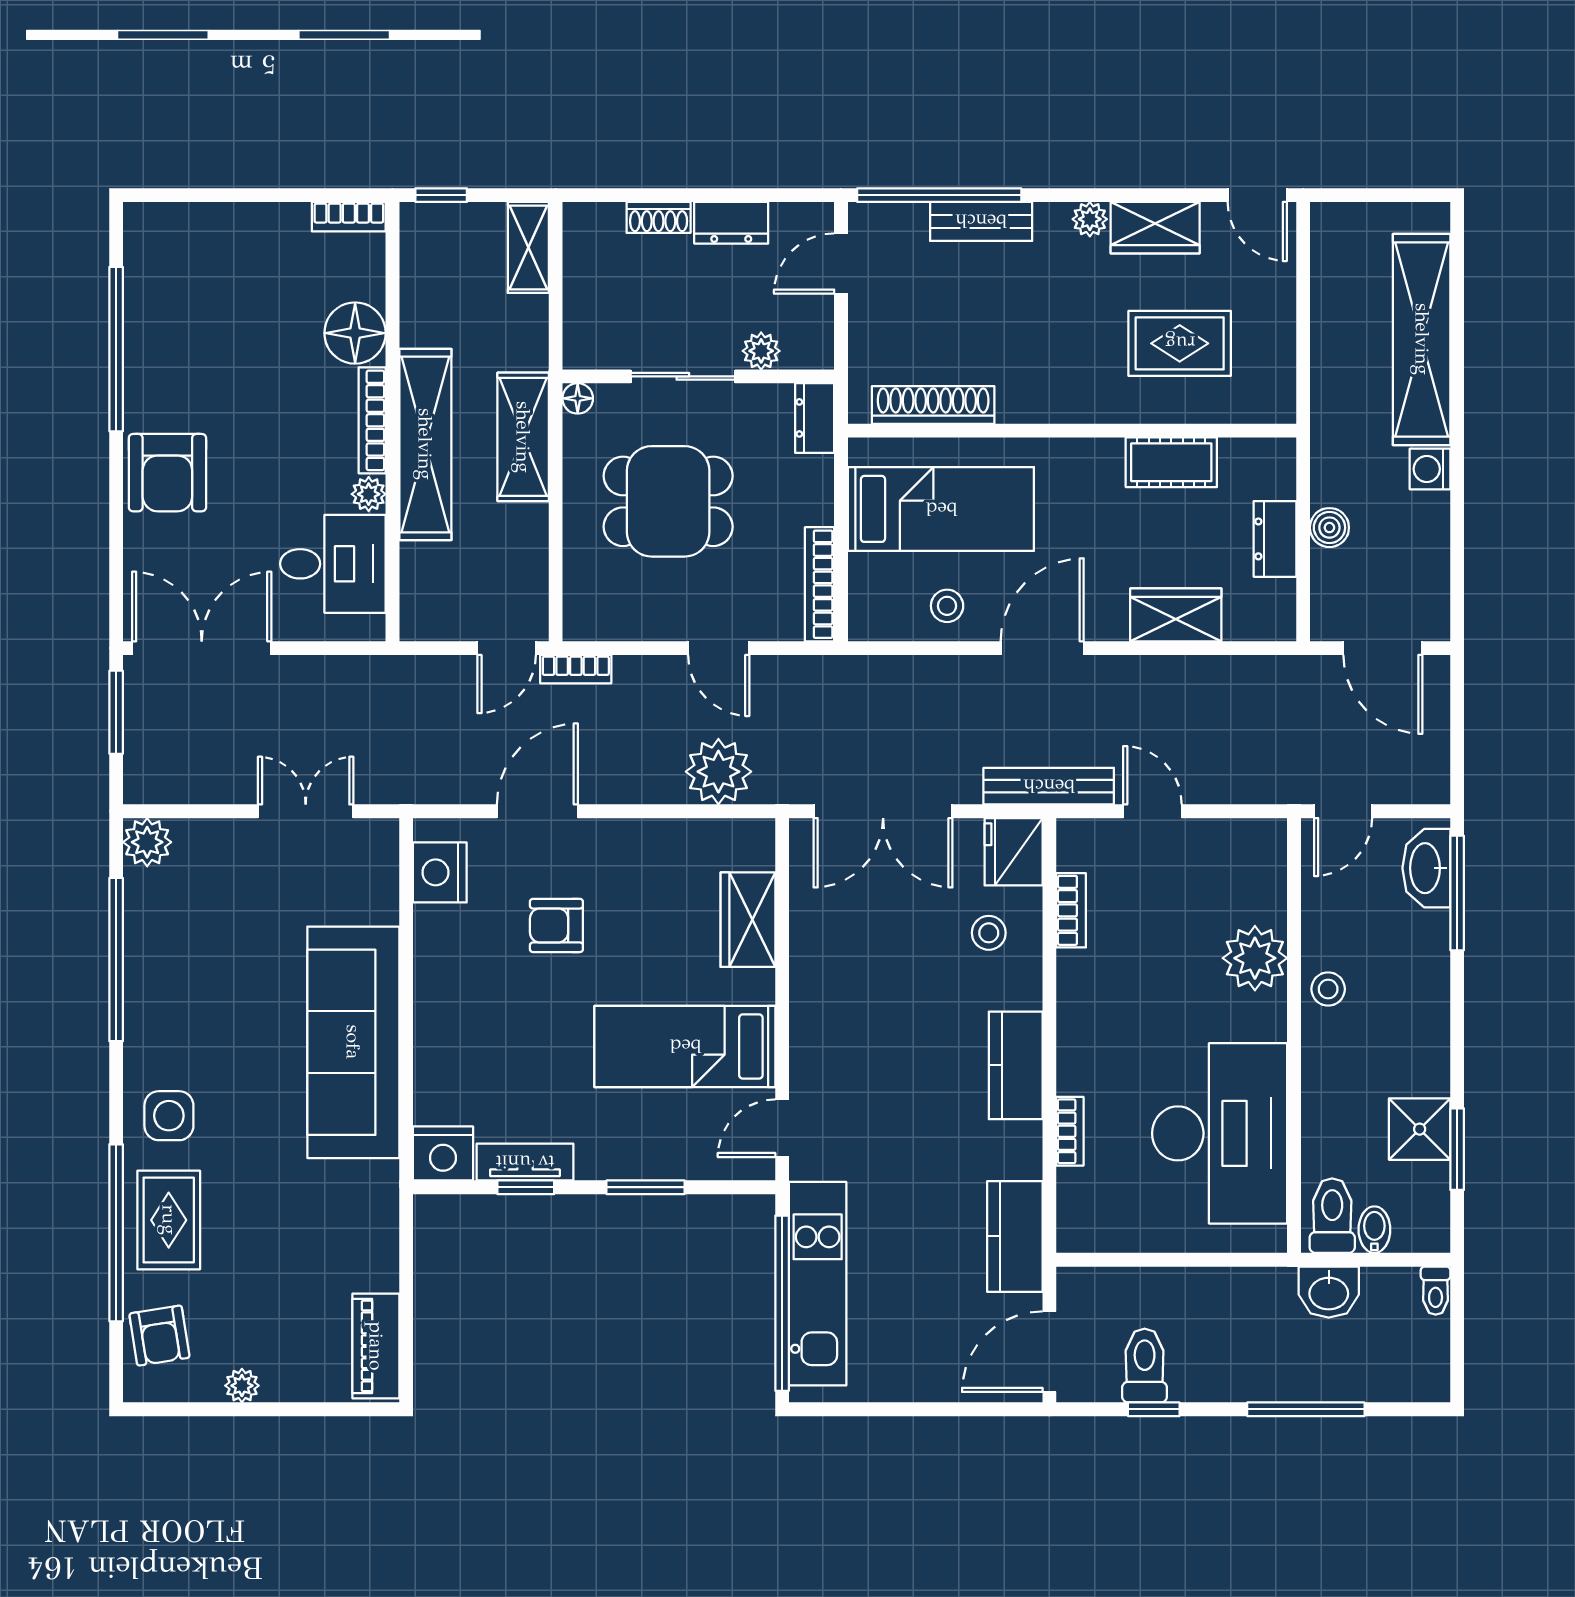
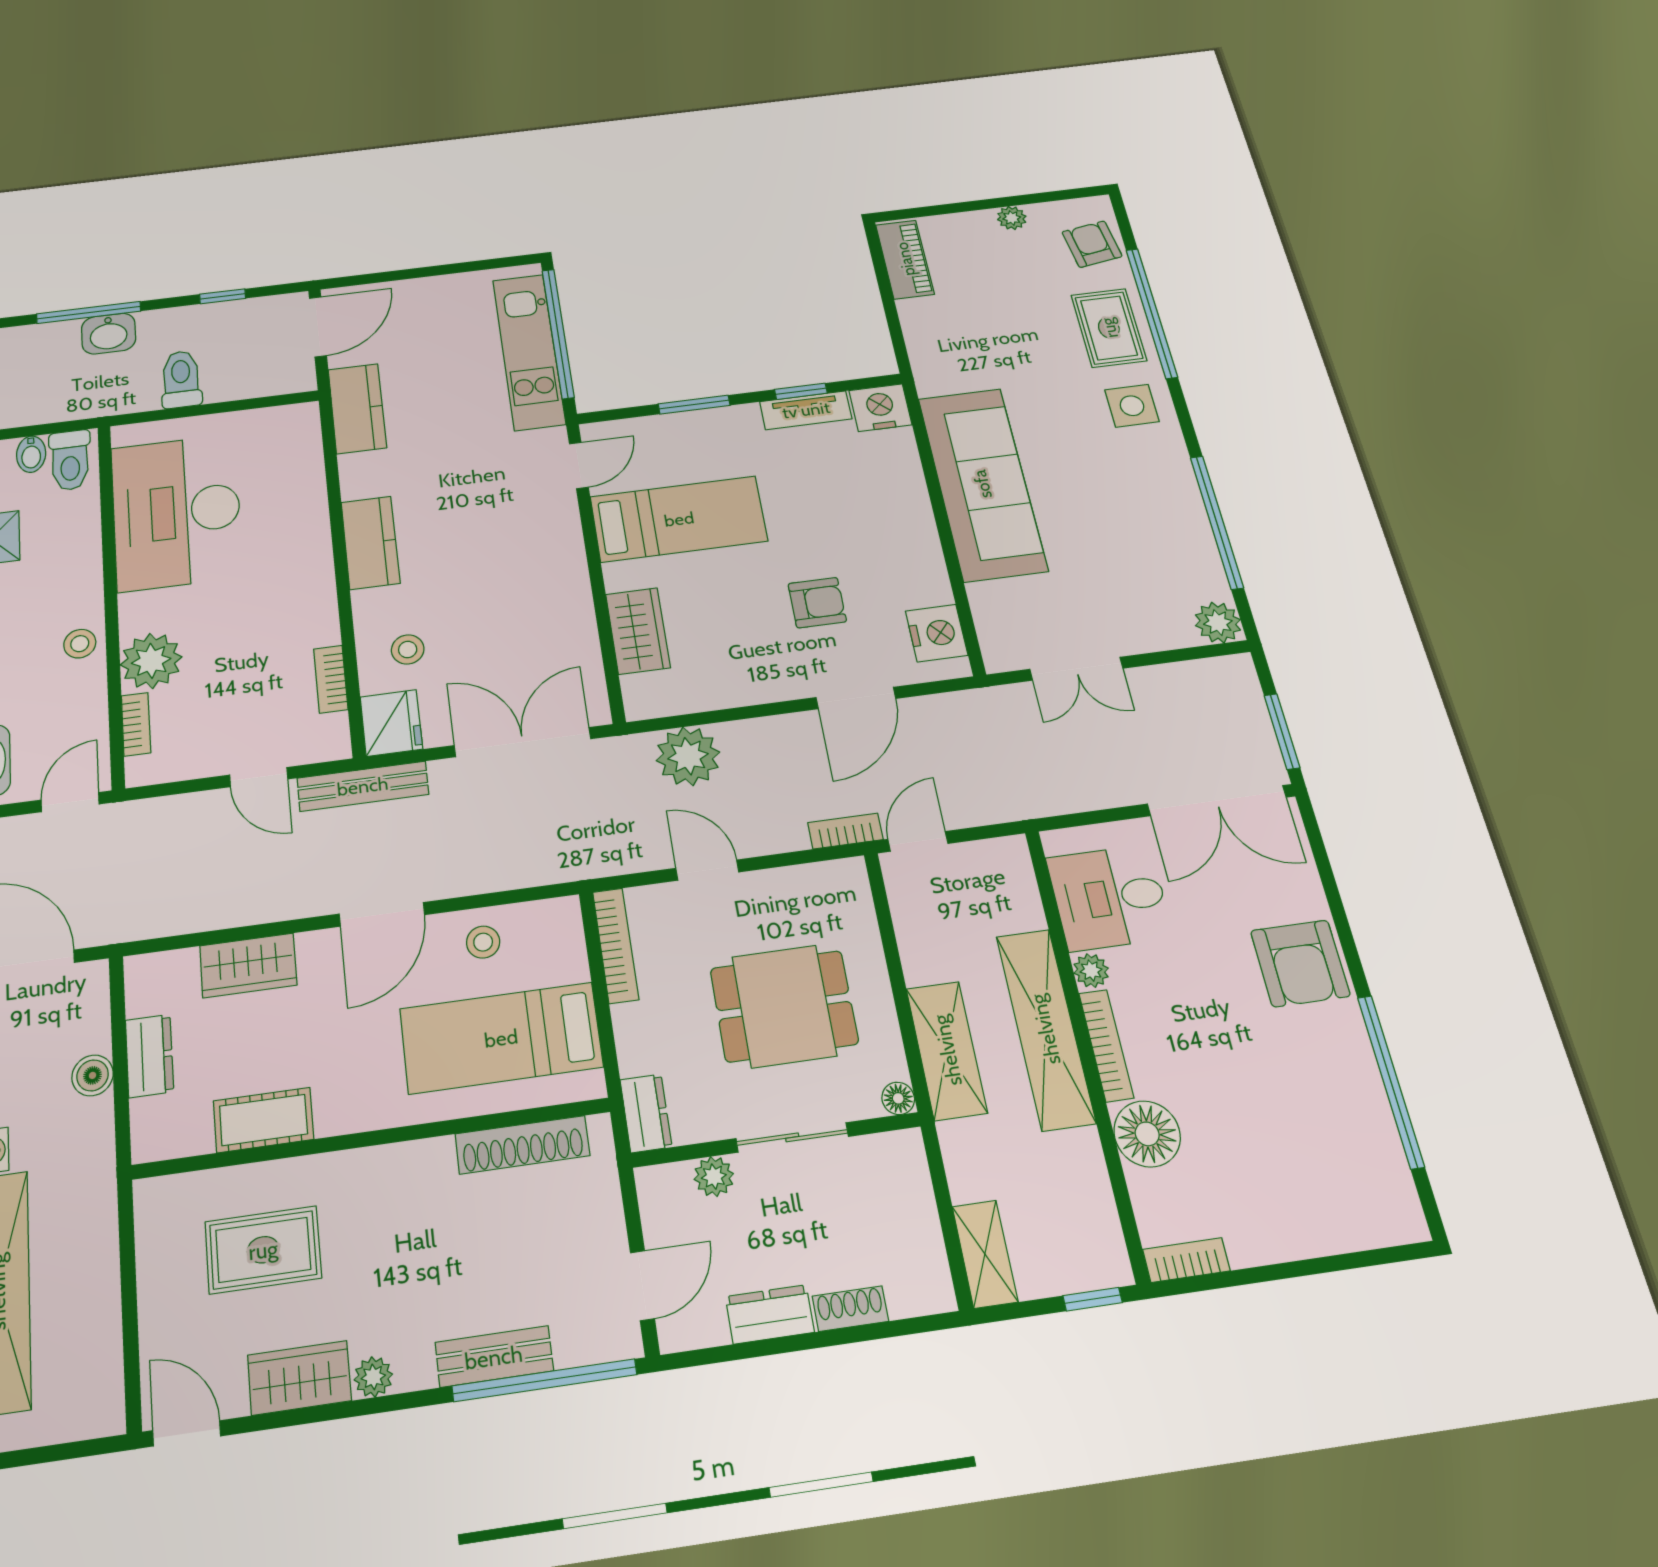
armchair: (167, 473) -> (1300, 963), turned 180
bookcase: (1070, 1131) -> (136, 724), moved, turned 180
washbasin: (1329, 1292) -> (109, 334), moved, turned 180
toilet: (1145, 1366) -> (181, 379), moved, turned 180

